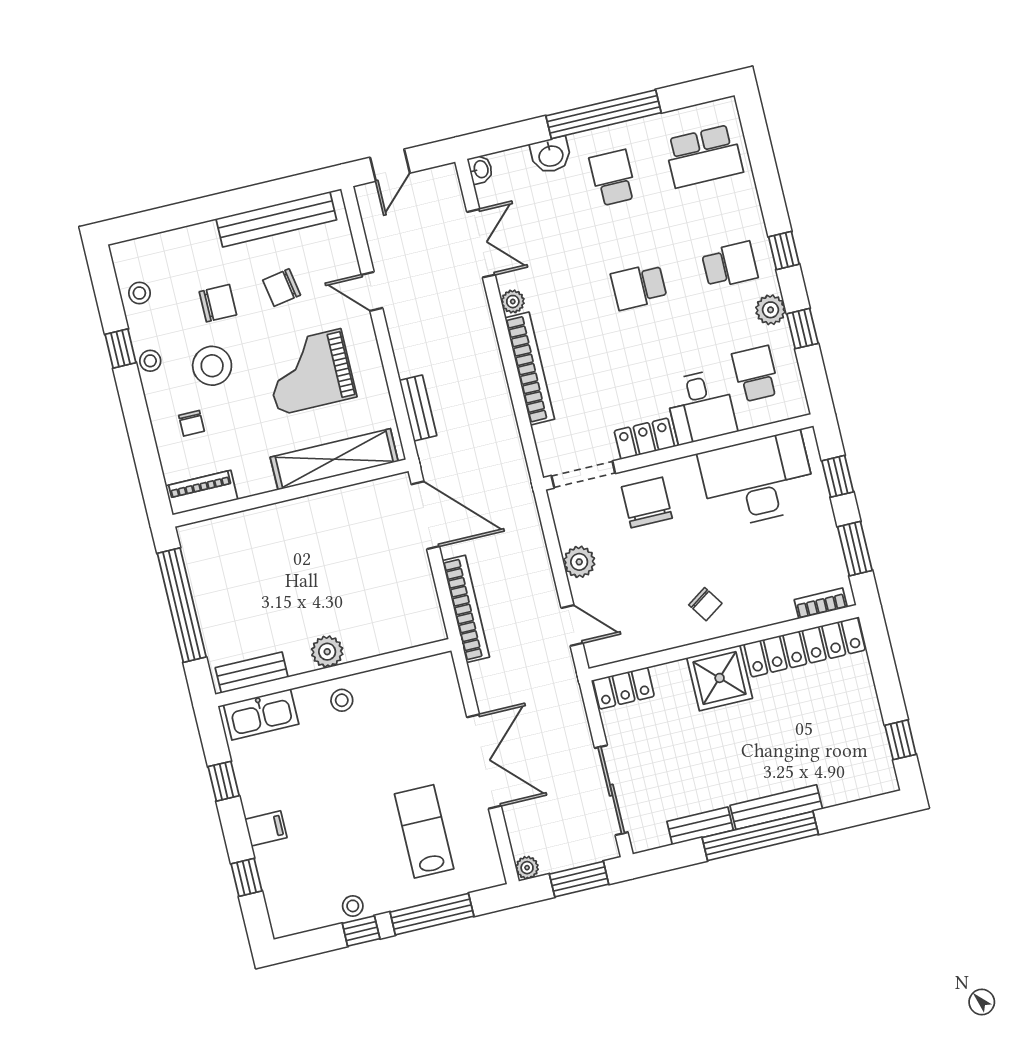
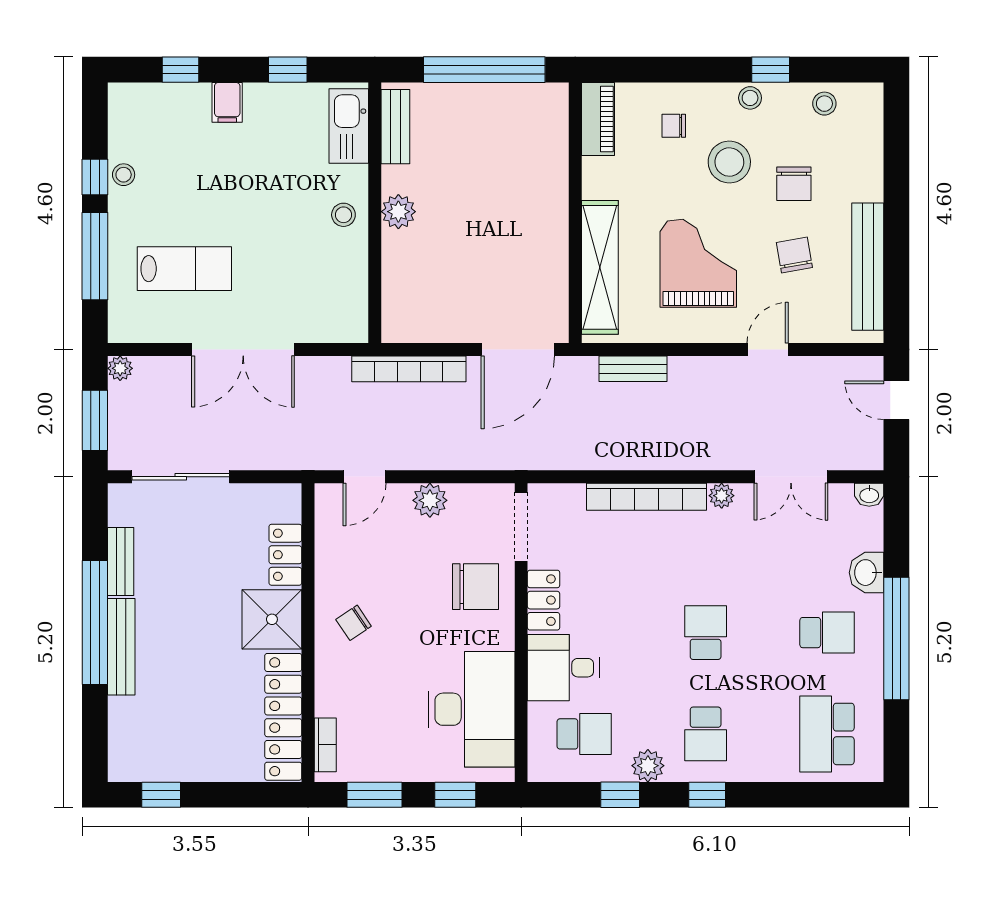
locker: (624, 688) -> (285, 555), moved

